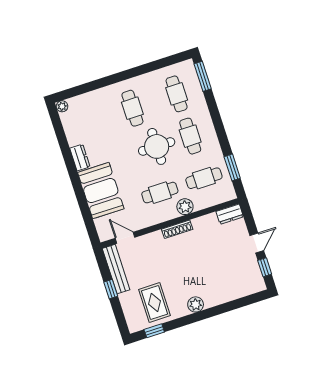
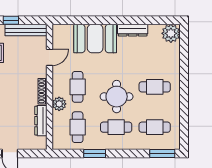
plant: (62, 106) -> (171, 33), width x1.88, depth x1.88
dresser: (80, 158) -> (133, 30), width x1.44
window: (232, 167) -> (95, 153), moved
dresser: (230, 214) -> (41, 121), moved, width x1.44
door: (125, 238) -> (50, 57), moved

